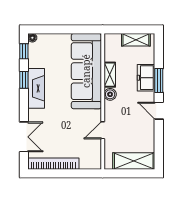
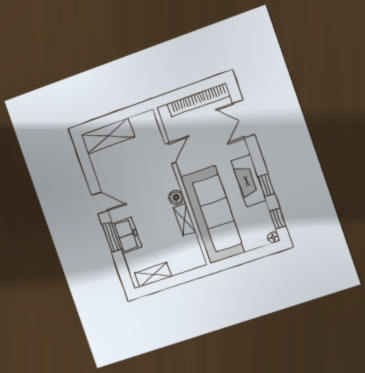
sofa: (86, 71) -> (213, 215), moved
shelving: (110, 75) -> (184, 220), moved
boiler: (110, 94) -> (176, 197), moved
wall: (103, 101) -> (182, 186), moved
door: (103, 130) -> (170, 153), moved

